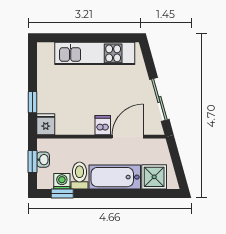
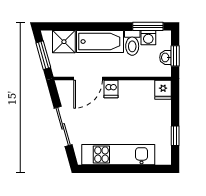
sliding door: (159, 99) -> (63, 126), moved
window: (32, 102) -> (175, 136), moved
window: (177, 162) -> (43, 55), added
window: (62, 194) -> (148, 26), width x1.50

